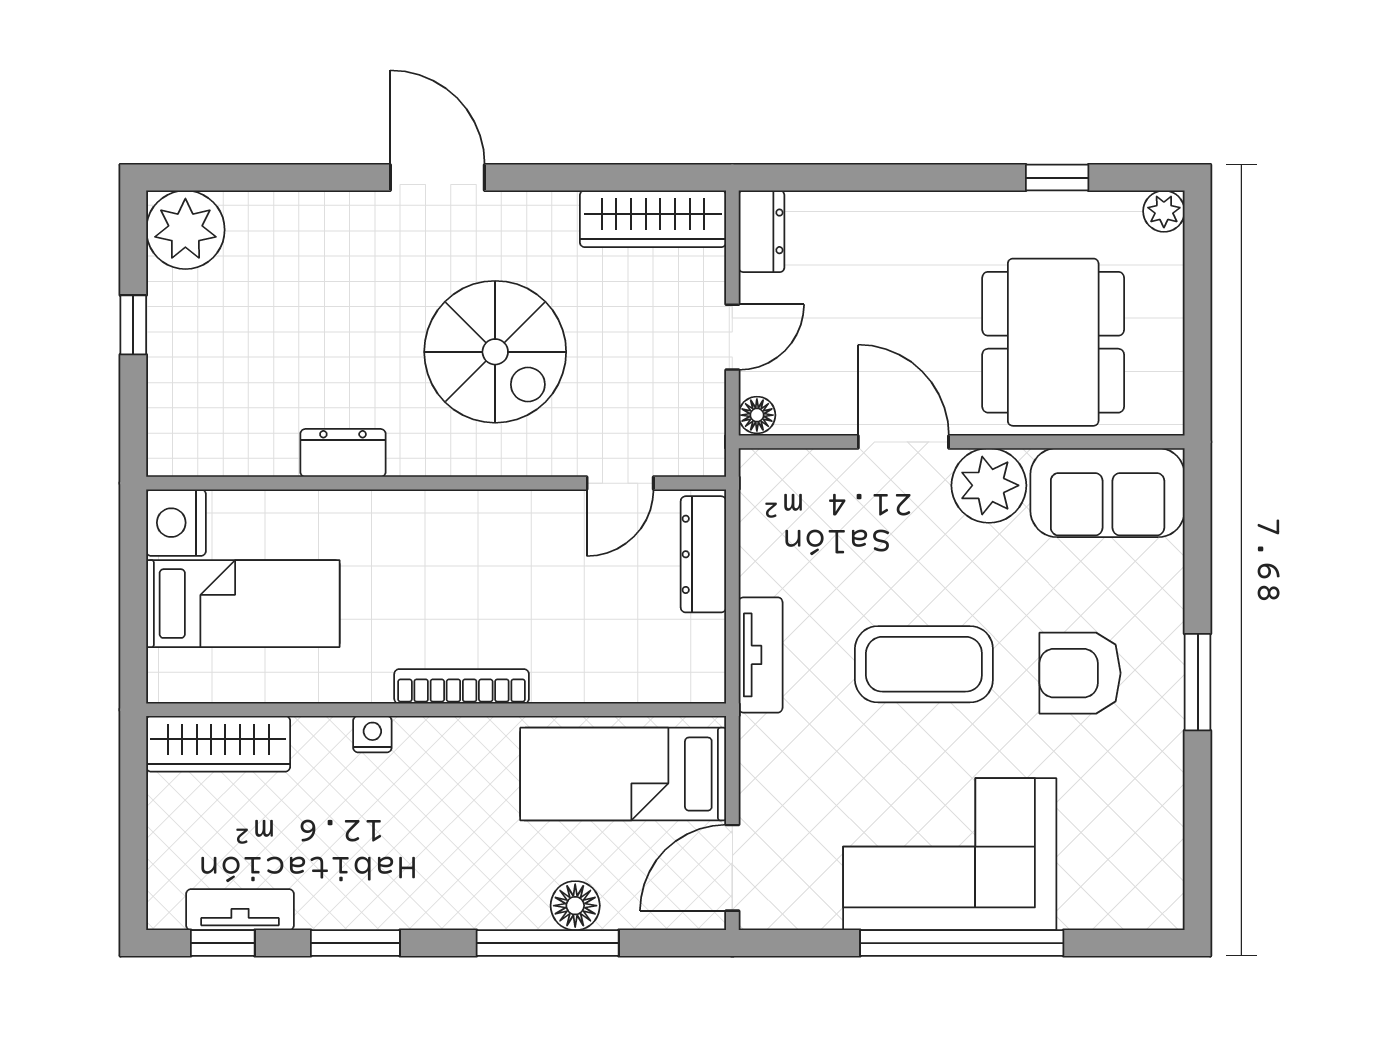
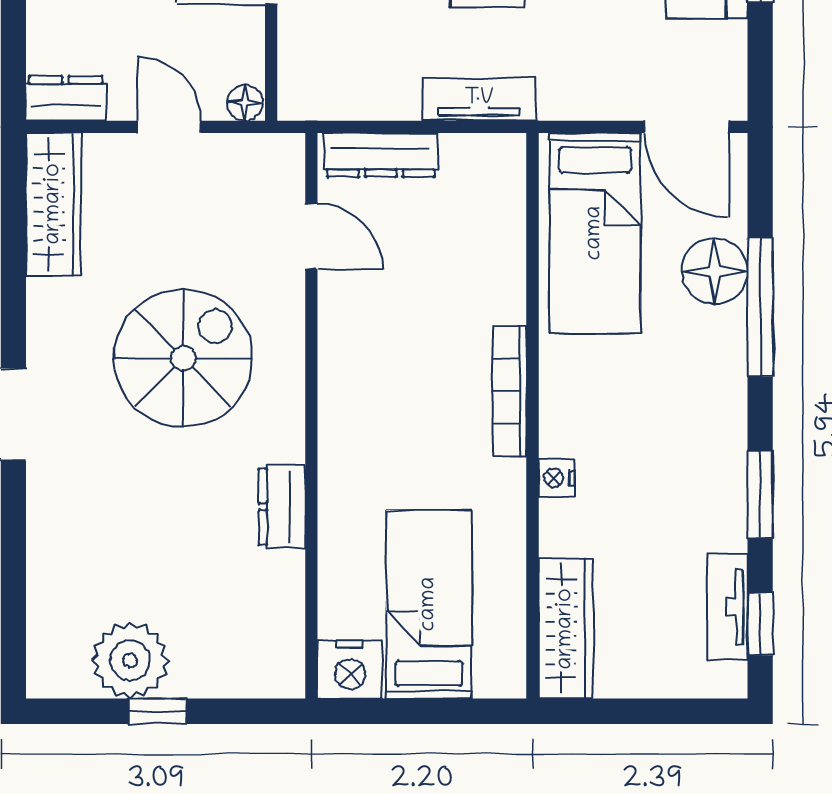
plant: (185, 230) -> (130, 660), moved
floor lamp: (575, 906) -> (715, 271), width x1.38, depth x1.38

